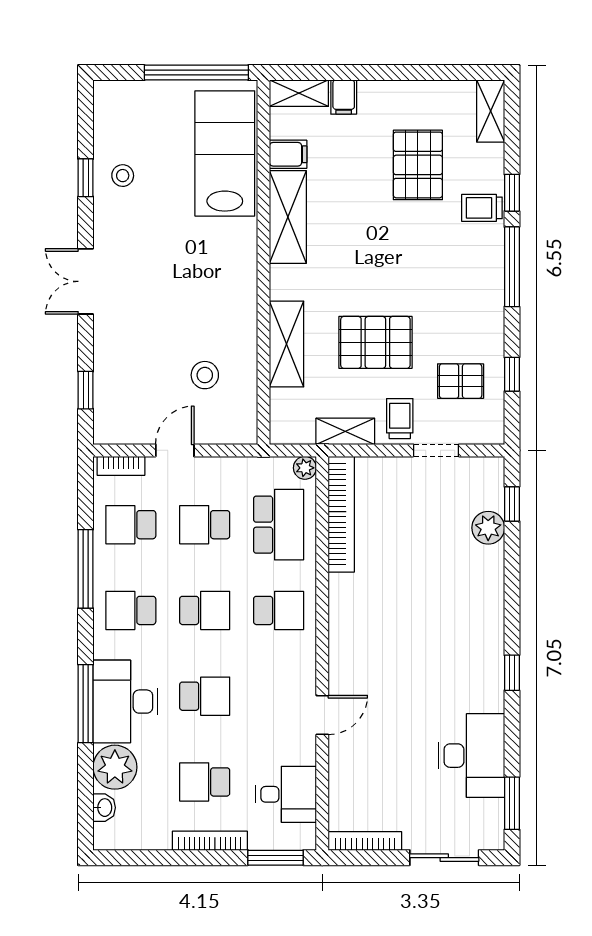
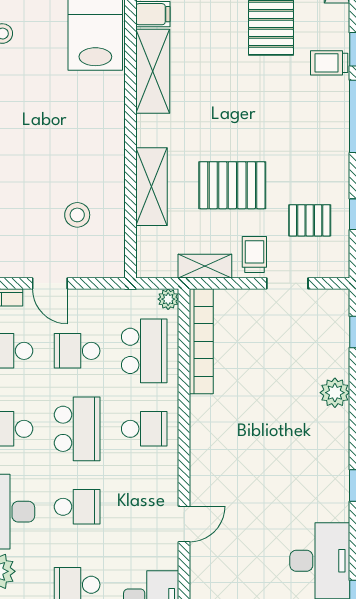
door: (175, 450) -> (50, 283), swing flipped
plant: (488, 528) -> (335, 393), moved
school desk: (205, 610) -> (77, 429), width x1.85

